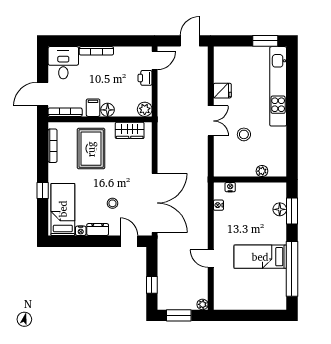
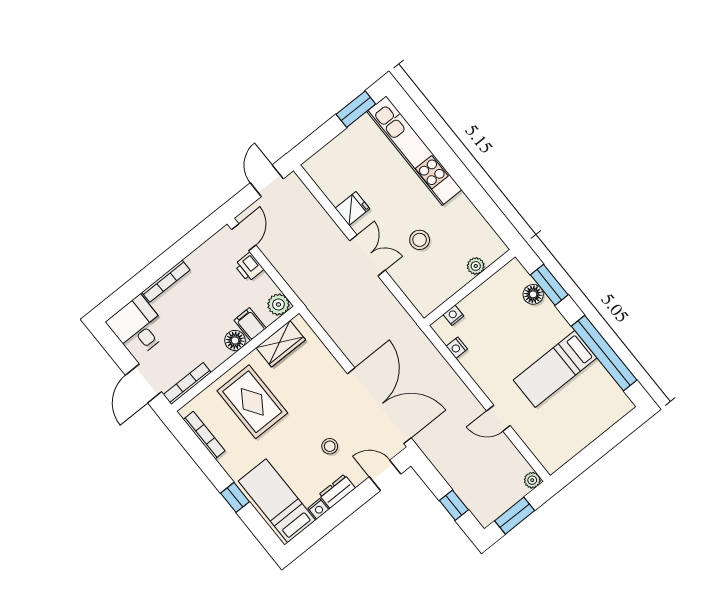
filing cabinet: (93, 108) -> (250, 324), moved

